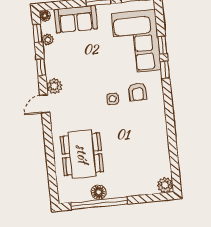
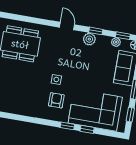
plant: (54, 86) -> (89, 39), moved
armchair: (138, 92) -> (56, 100), turned 90

